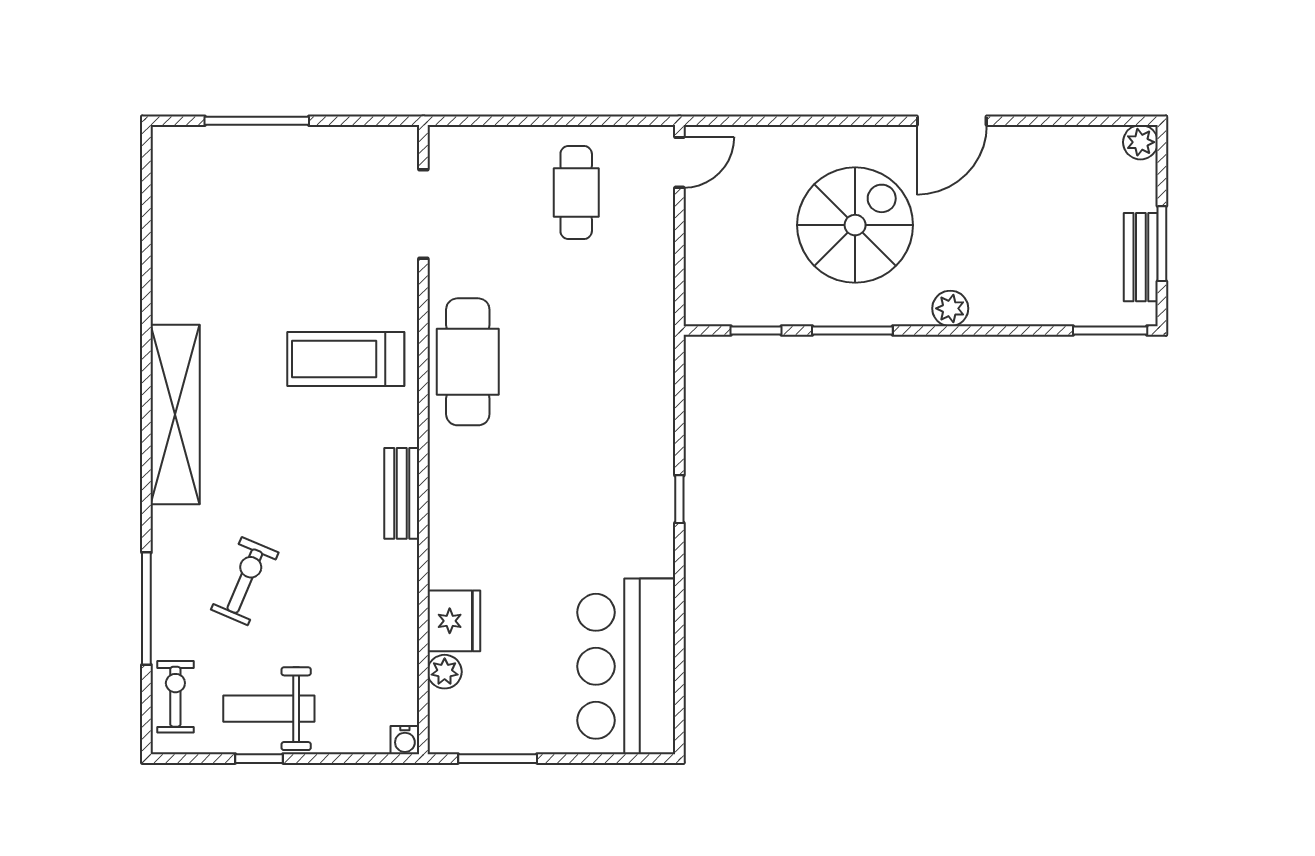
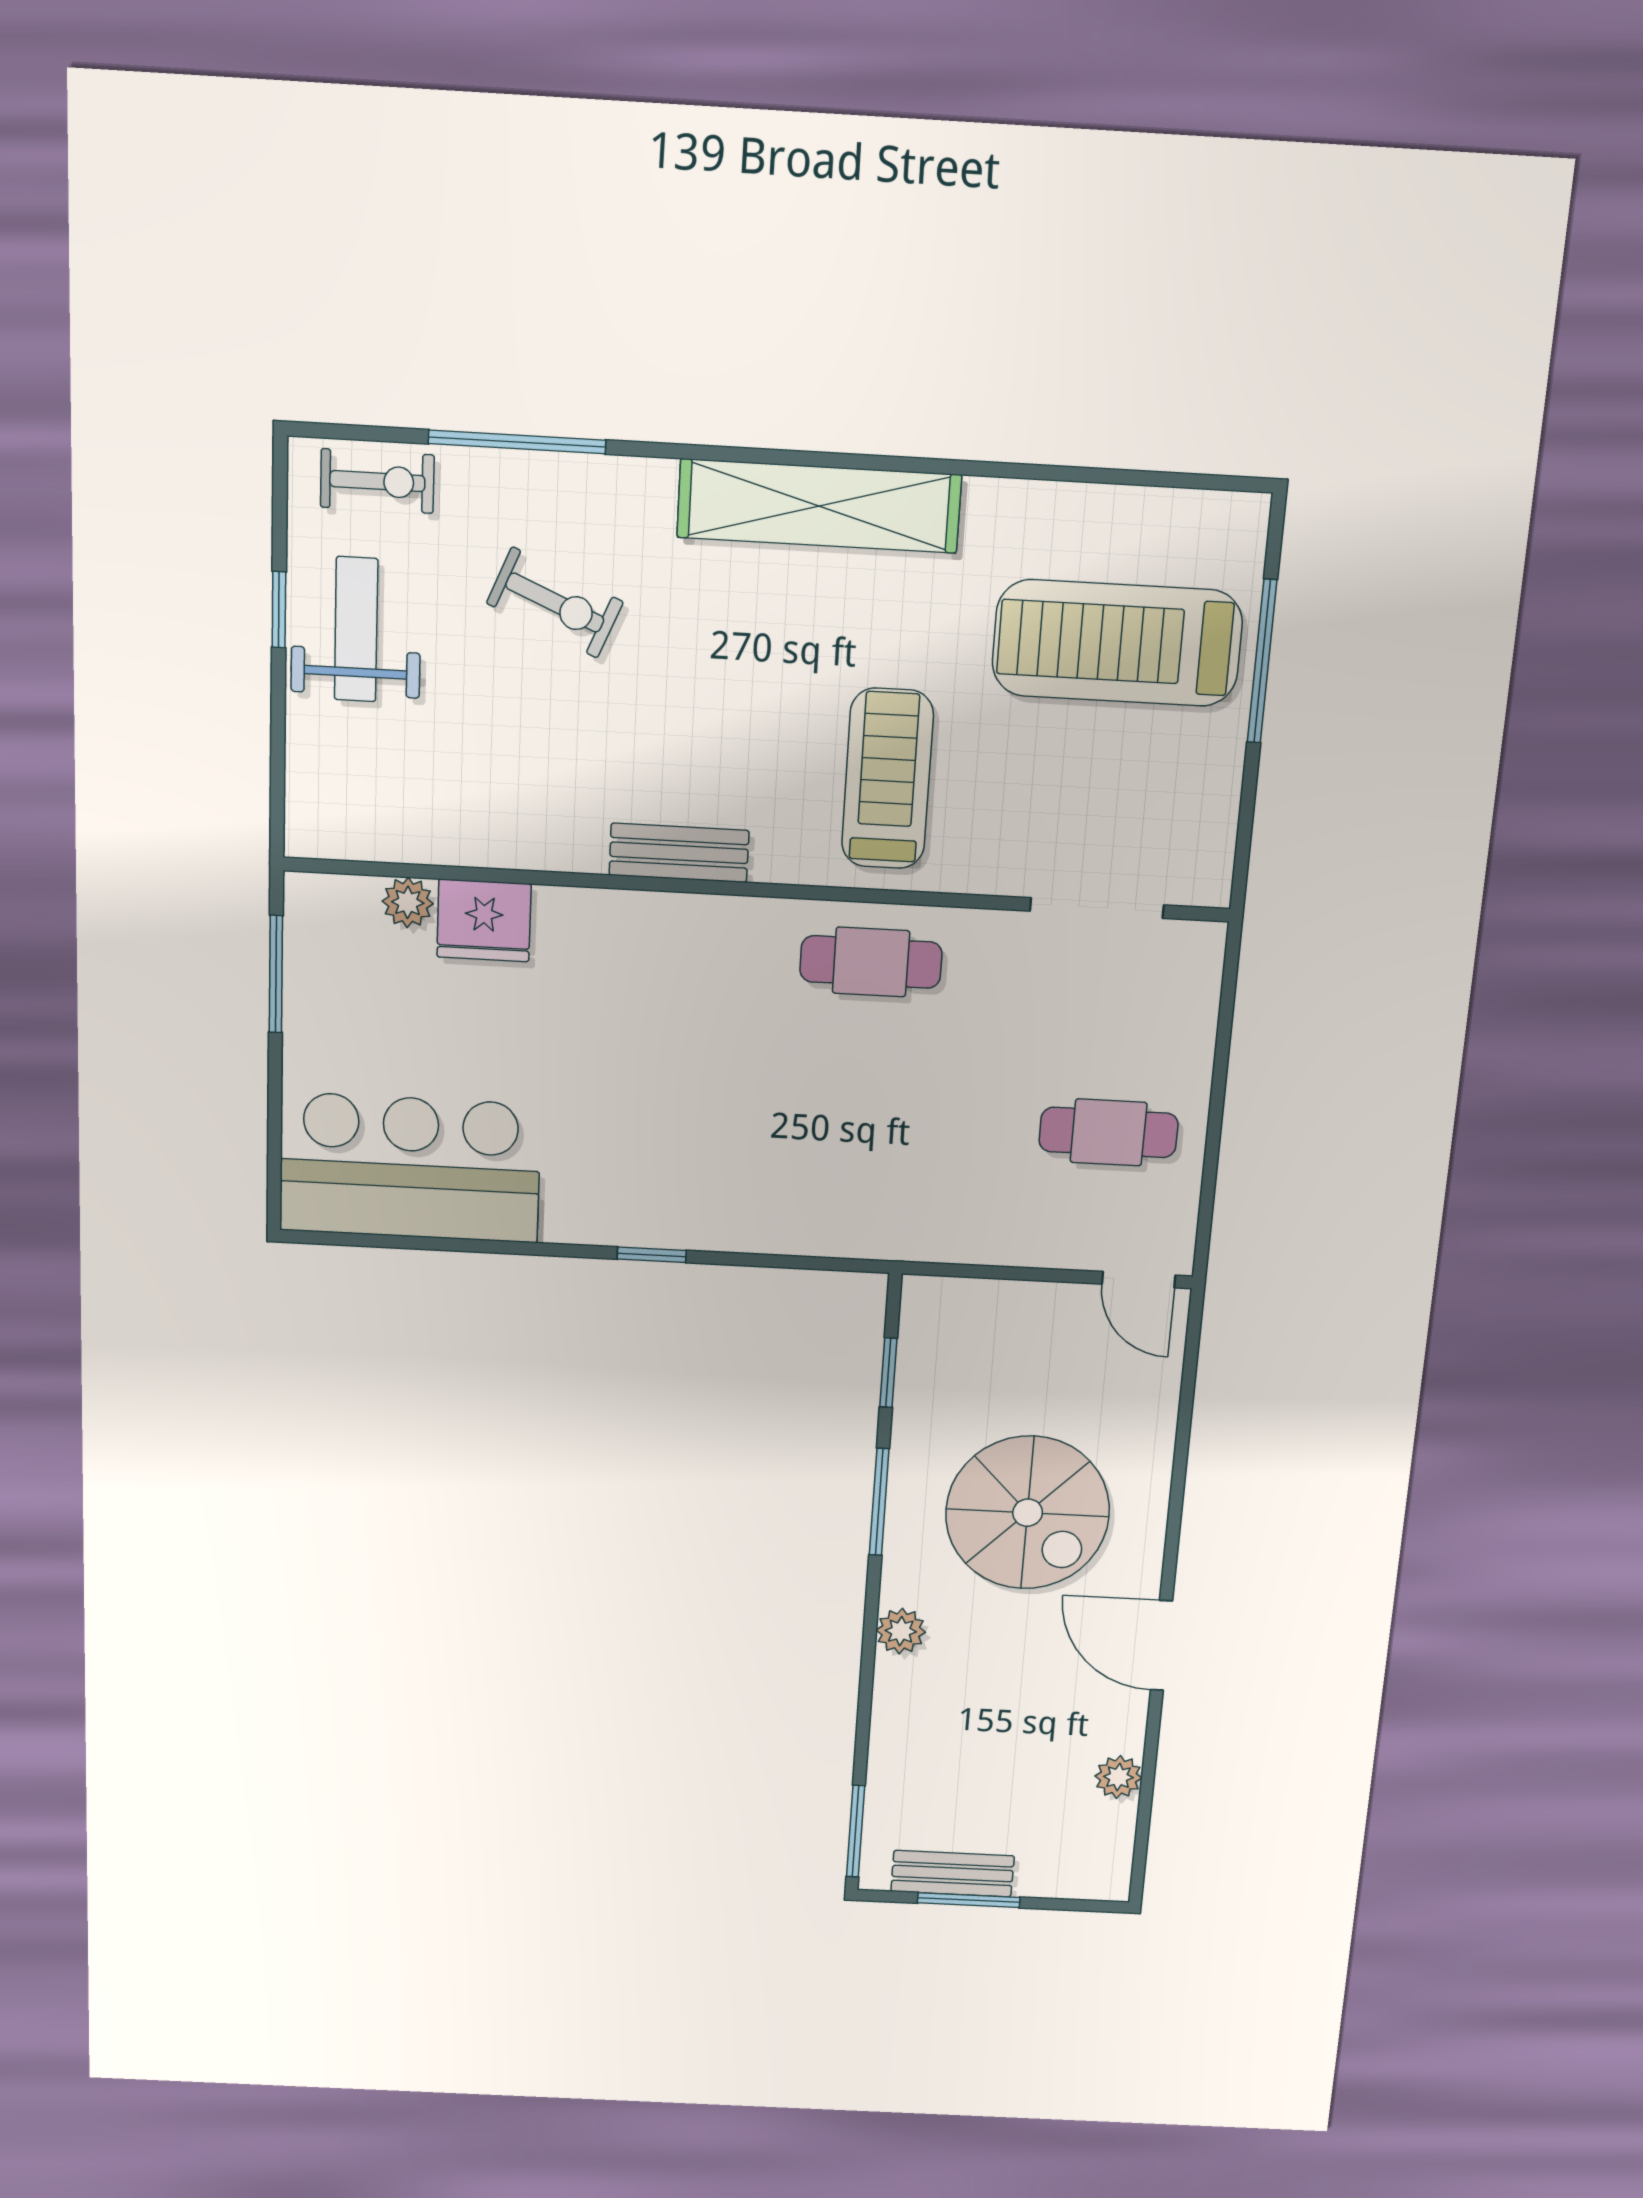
plant: (1140, 142) -> (1118, 1777), moved
treadmill: (250, 216) -> (1117, 643), added
cafe table: (468, 362) -> (871, 962), width x0.73, depth x0.74
water cooler: (405, 740) -> (305, 837), removed

